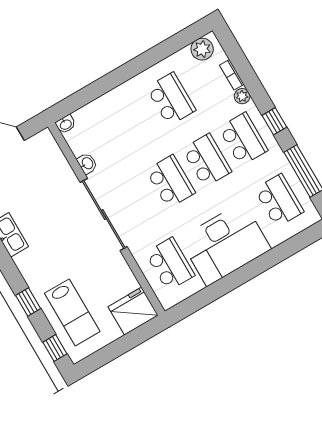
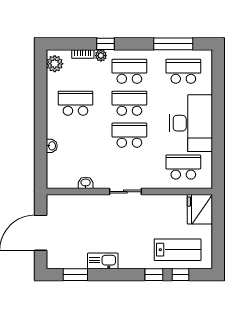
window: (274, 121) -> (105, 44), moved
washbasin: (66, 124) -> (52, 146), moved
sliding door: (104, 215) -> (125, 192), width x0.54
window: (55, 348) -> (181, 275), moved

